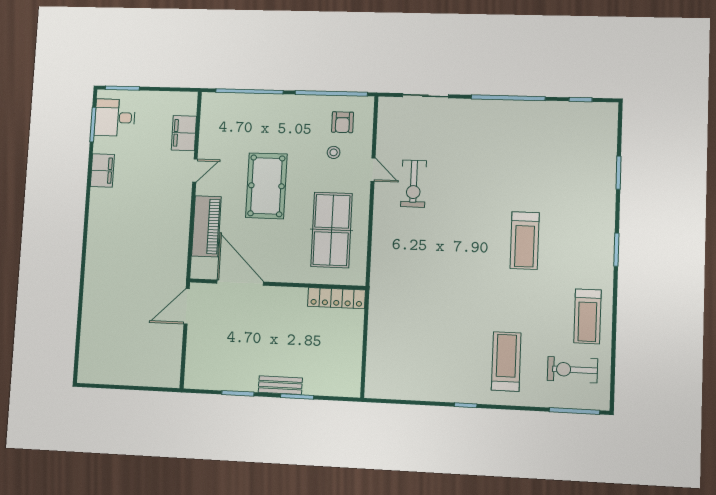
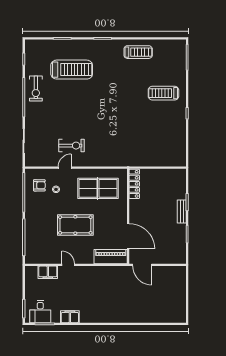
piano: (206, 226) -> (111, 257), moved
treadmill: (525, 241) -> (72, 70), moved, width x1.37, depth x1.38
door: (240, 283) -> (128, 236), swing flipped
exercise bike: (572, 370) -> (36, 88), moved

